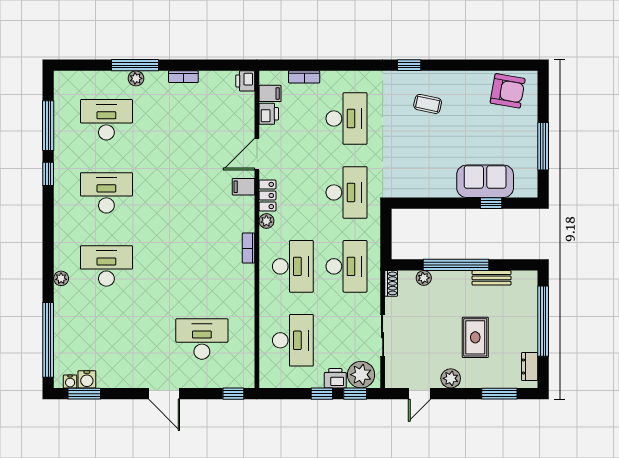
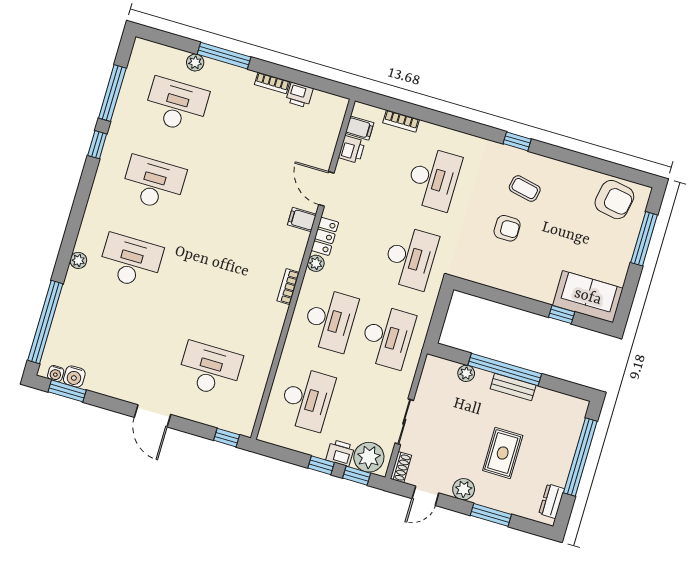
plant: (136, 78) -> (195, 63), moved
printer: (245, 81) -> (299, 95), moved, turned -90
armchair: (422, 143) -> (507, 228), added
window: (543, 146) -> (644, 239), moved
door: (257, 154) -> (326, 189), hinge flipped
sofa: (485, 181) -> (588, 297), moved
bench: (492, 278) -> (513, 387), moved
shoe rack: (391, 283) -> (401, 467), moved
window: (499, 394) -> (491, 515), moved

